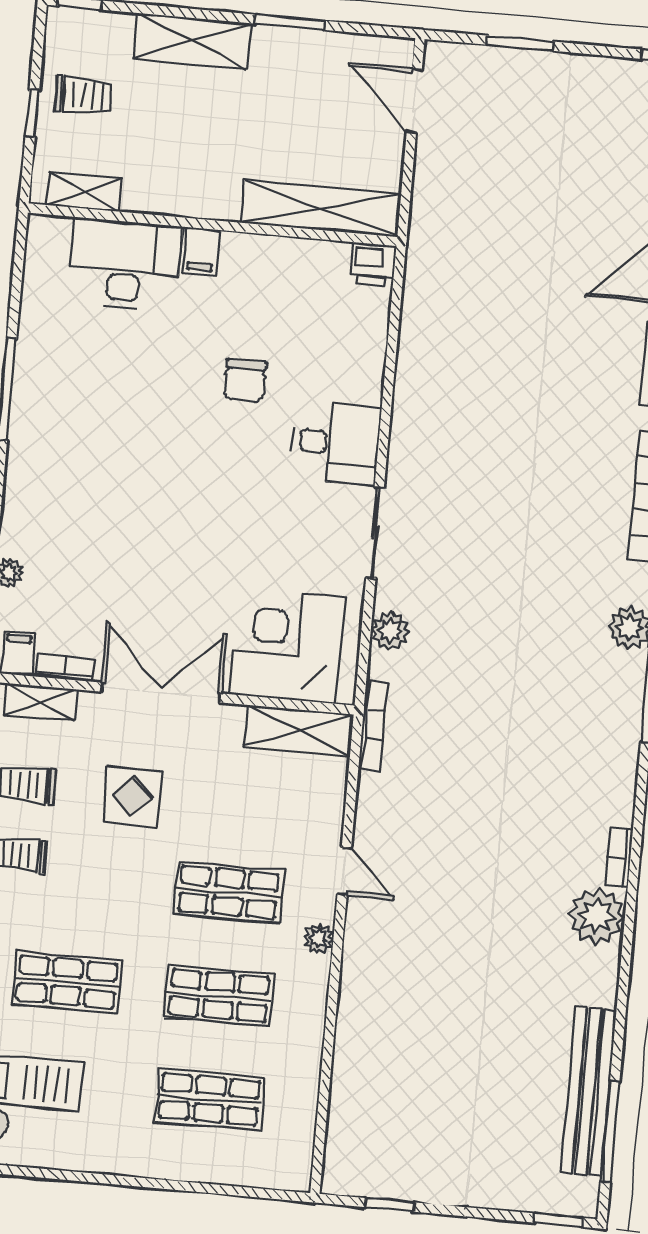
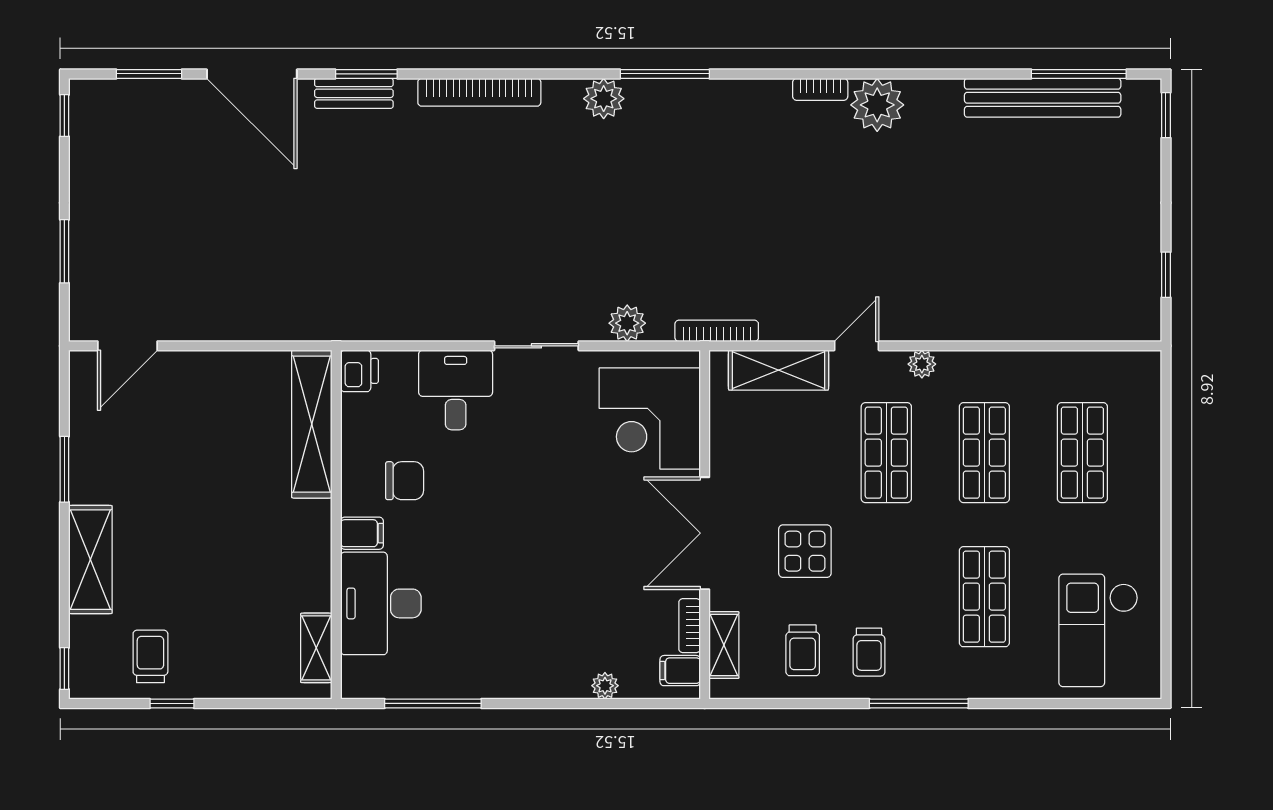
shelving: (84, 192) -> (316, 648), moved
shelving: (321, 209) -> (312, 424), moved
wall: (213, 225) -> (336, 525), moved
filing cabinet: (201, 251) -> (362, 533), moved
desk: (125, 264) -> (381, 603), moved
printer: (373, 264) -> (359, 371), moved
shelving: (299, 731) -> (779, 370), moved, turned 90

